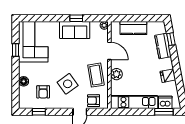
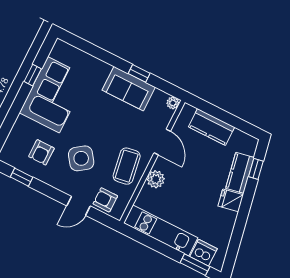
corner sofa: (33, 42) -> (53, 95), moved
fridge: (168, 76) -> (231, 200), moved
floor lamp: (24, 81) -> (22, 124), removed

